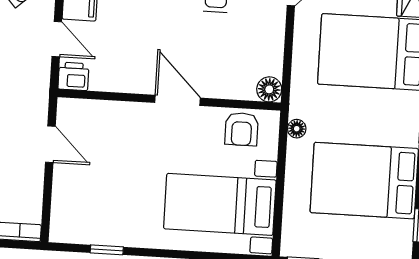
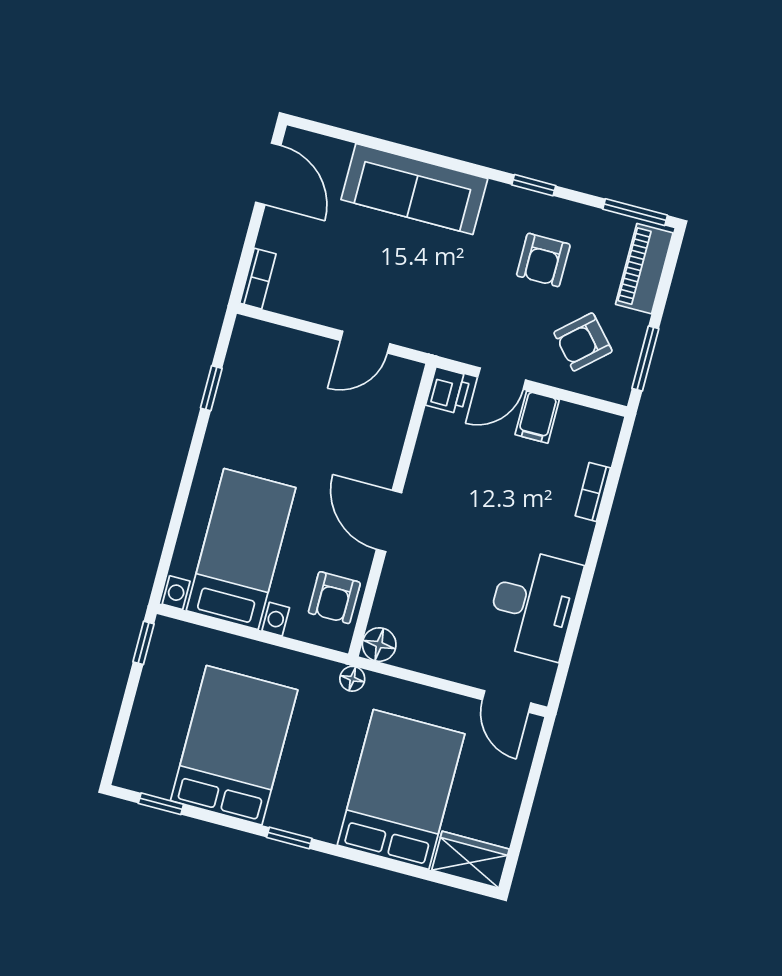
door: (177, 100) -> (389, 521), swing flipped
armchair: (242, 129) -> (334, 598), turned -90
floor lamp: (297, 129) -> (352, 679), moved

